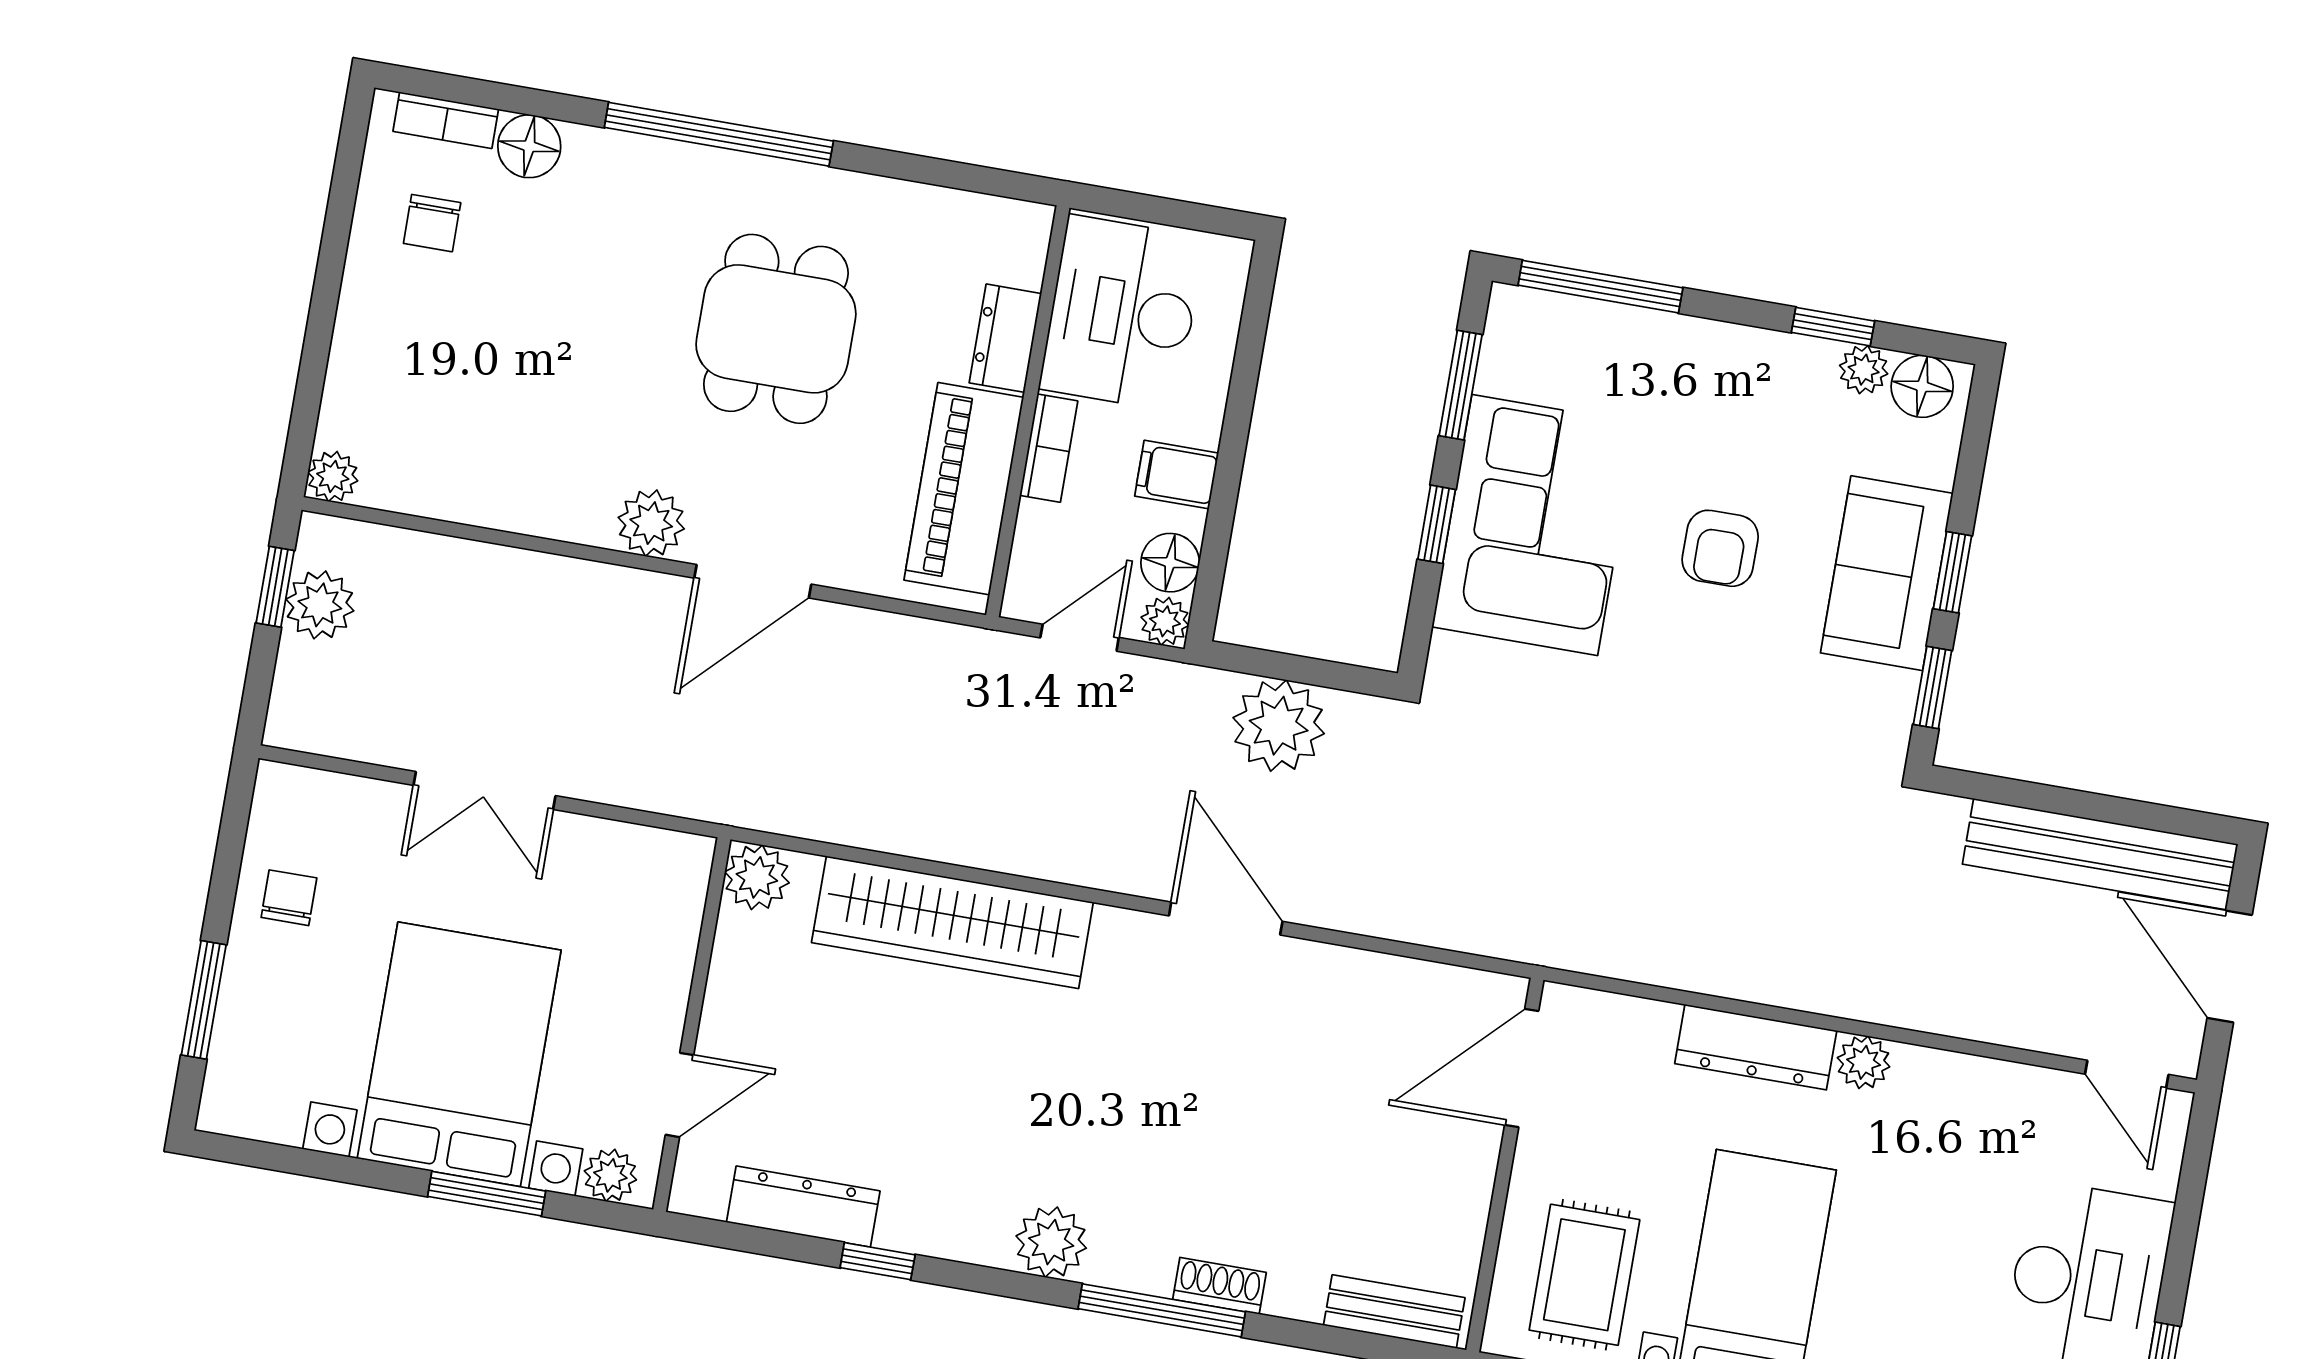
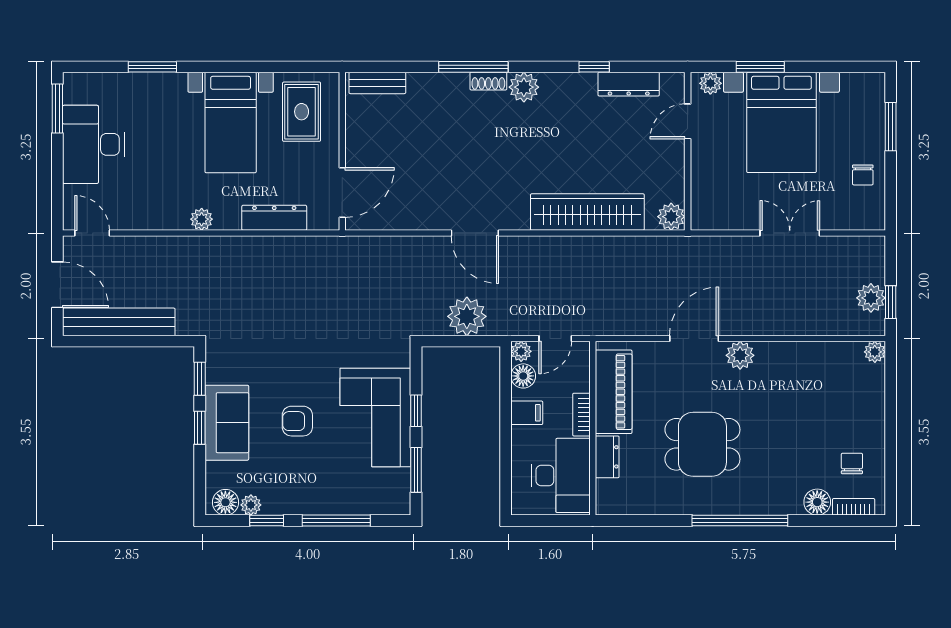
window: (1600, 287) -> (336, 521), moved
dining table: (776, 329) -> (702, 444), turned 90
armchair: (1720, 548) -> (297, 421), turned -90
dresser: (1756, 1047) -> (274, 218), moved
shoe rack: (1219, 1286) -> (488, 81), moved

